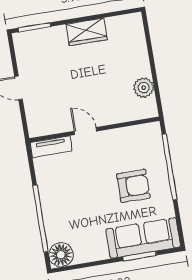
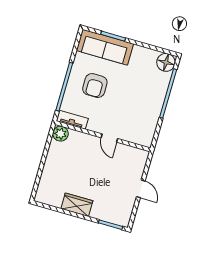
plant: (144, 88) -> (60, 134), moved
tv unit: (51, 147) -> (72, 120), moved
armchair: (133, 186) -> (95, 86), turned -90

